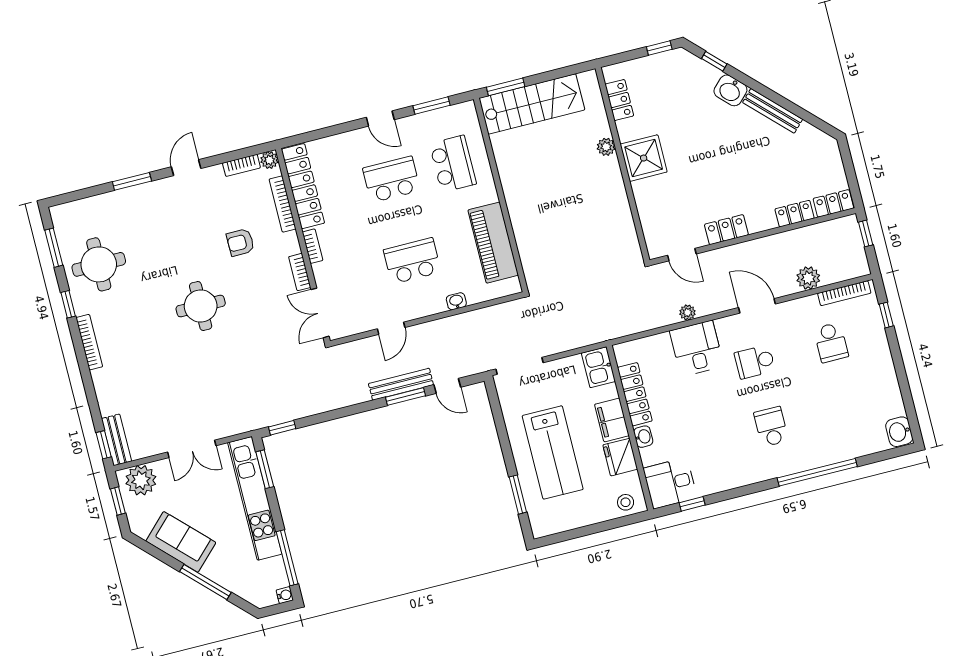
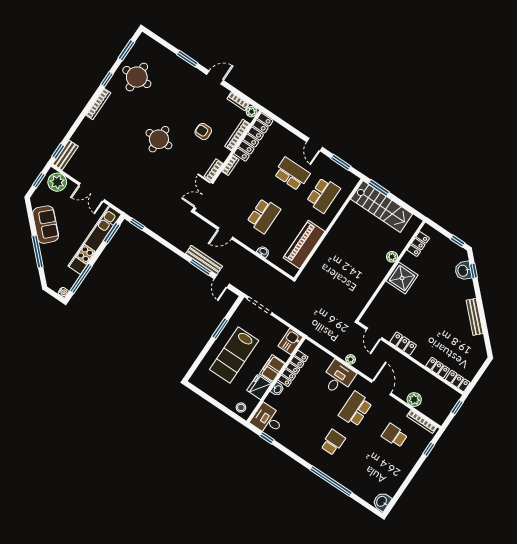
washbasin: (730, 90) -> (463, 271), moved
school desk: (412, 261) -> (264, 216), turned 90
school desk: (831, 342) -> (394, 435), turned 90
school desk: (755, 362) -> (355, 409), width x1.85
window: (518, 495) -> (220, 328), moved

